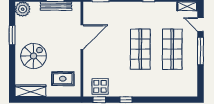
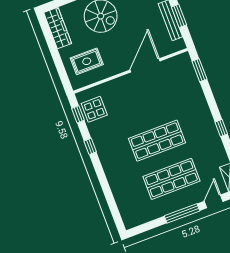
door: (82, 37) -> (145, 65), swing flipped
rug: (63, 79) -> (87, 61), turned 90

